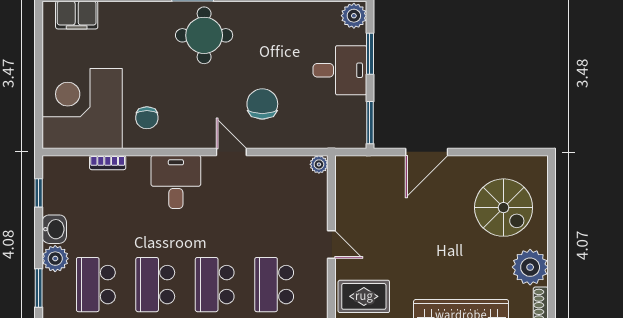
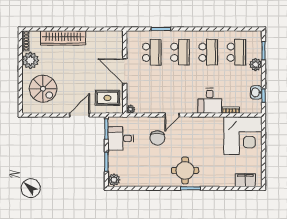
desk: (340, 70) -> (121, 138), moved
chair: (147, 118) -> (212, 131), removed
door: (231, 152) -> (172, 115), hinge flipped
desk: (176, 182) -> (210, 101), moved
spiral stairs: (504, 208) -> (43, 89), turned 180
washbasin: (54, 229) -> (256, 92), moved
door: (331, 245) -> (125, 71), width x1.87
rug: (364, 296) -> (107, 98), moved

